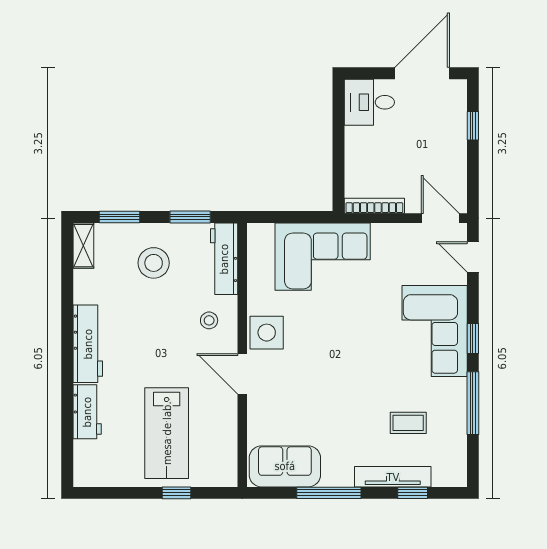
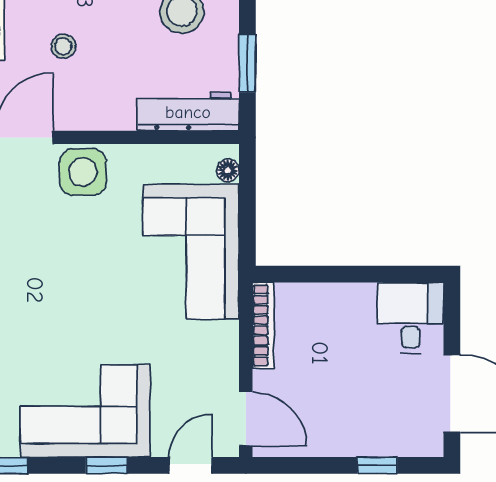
door: (440, 218) -> (246, 419), hinge flipped
floor lamp: (265, 231) -> (228, 170), added
stool: (209, 320) -> (63, 46), moved
window: (473, 339) -> (107, 465), moved

